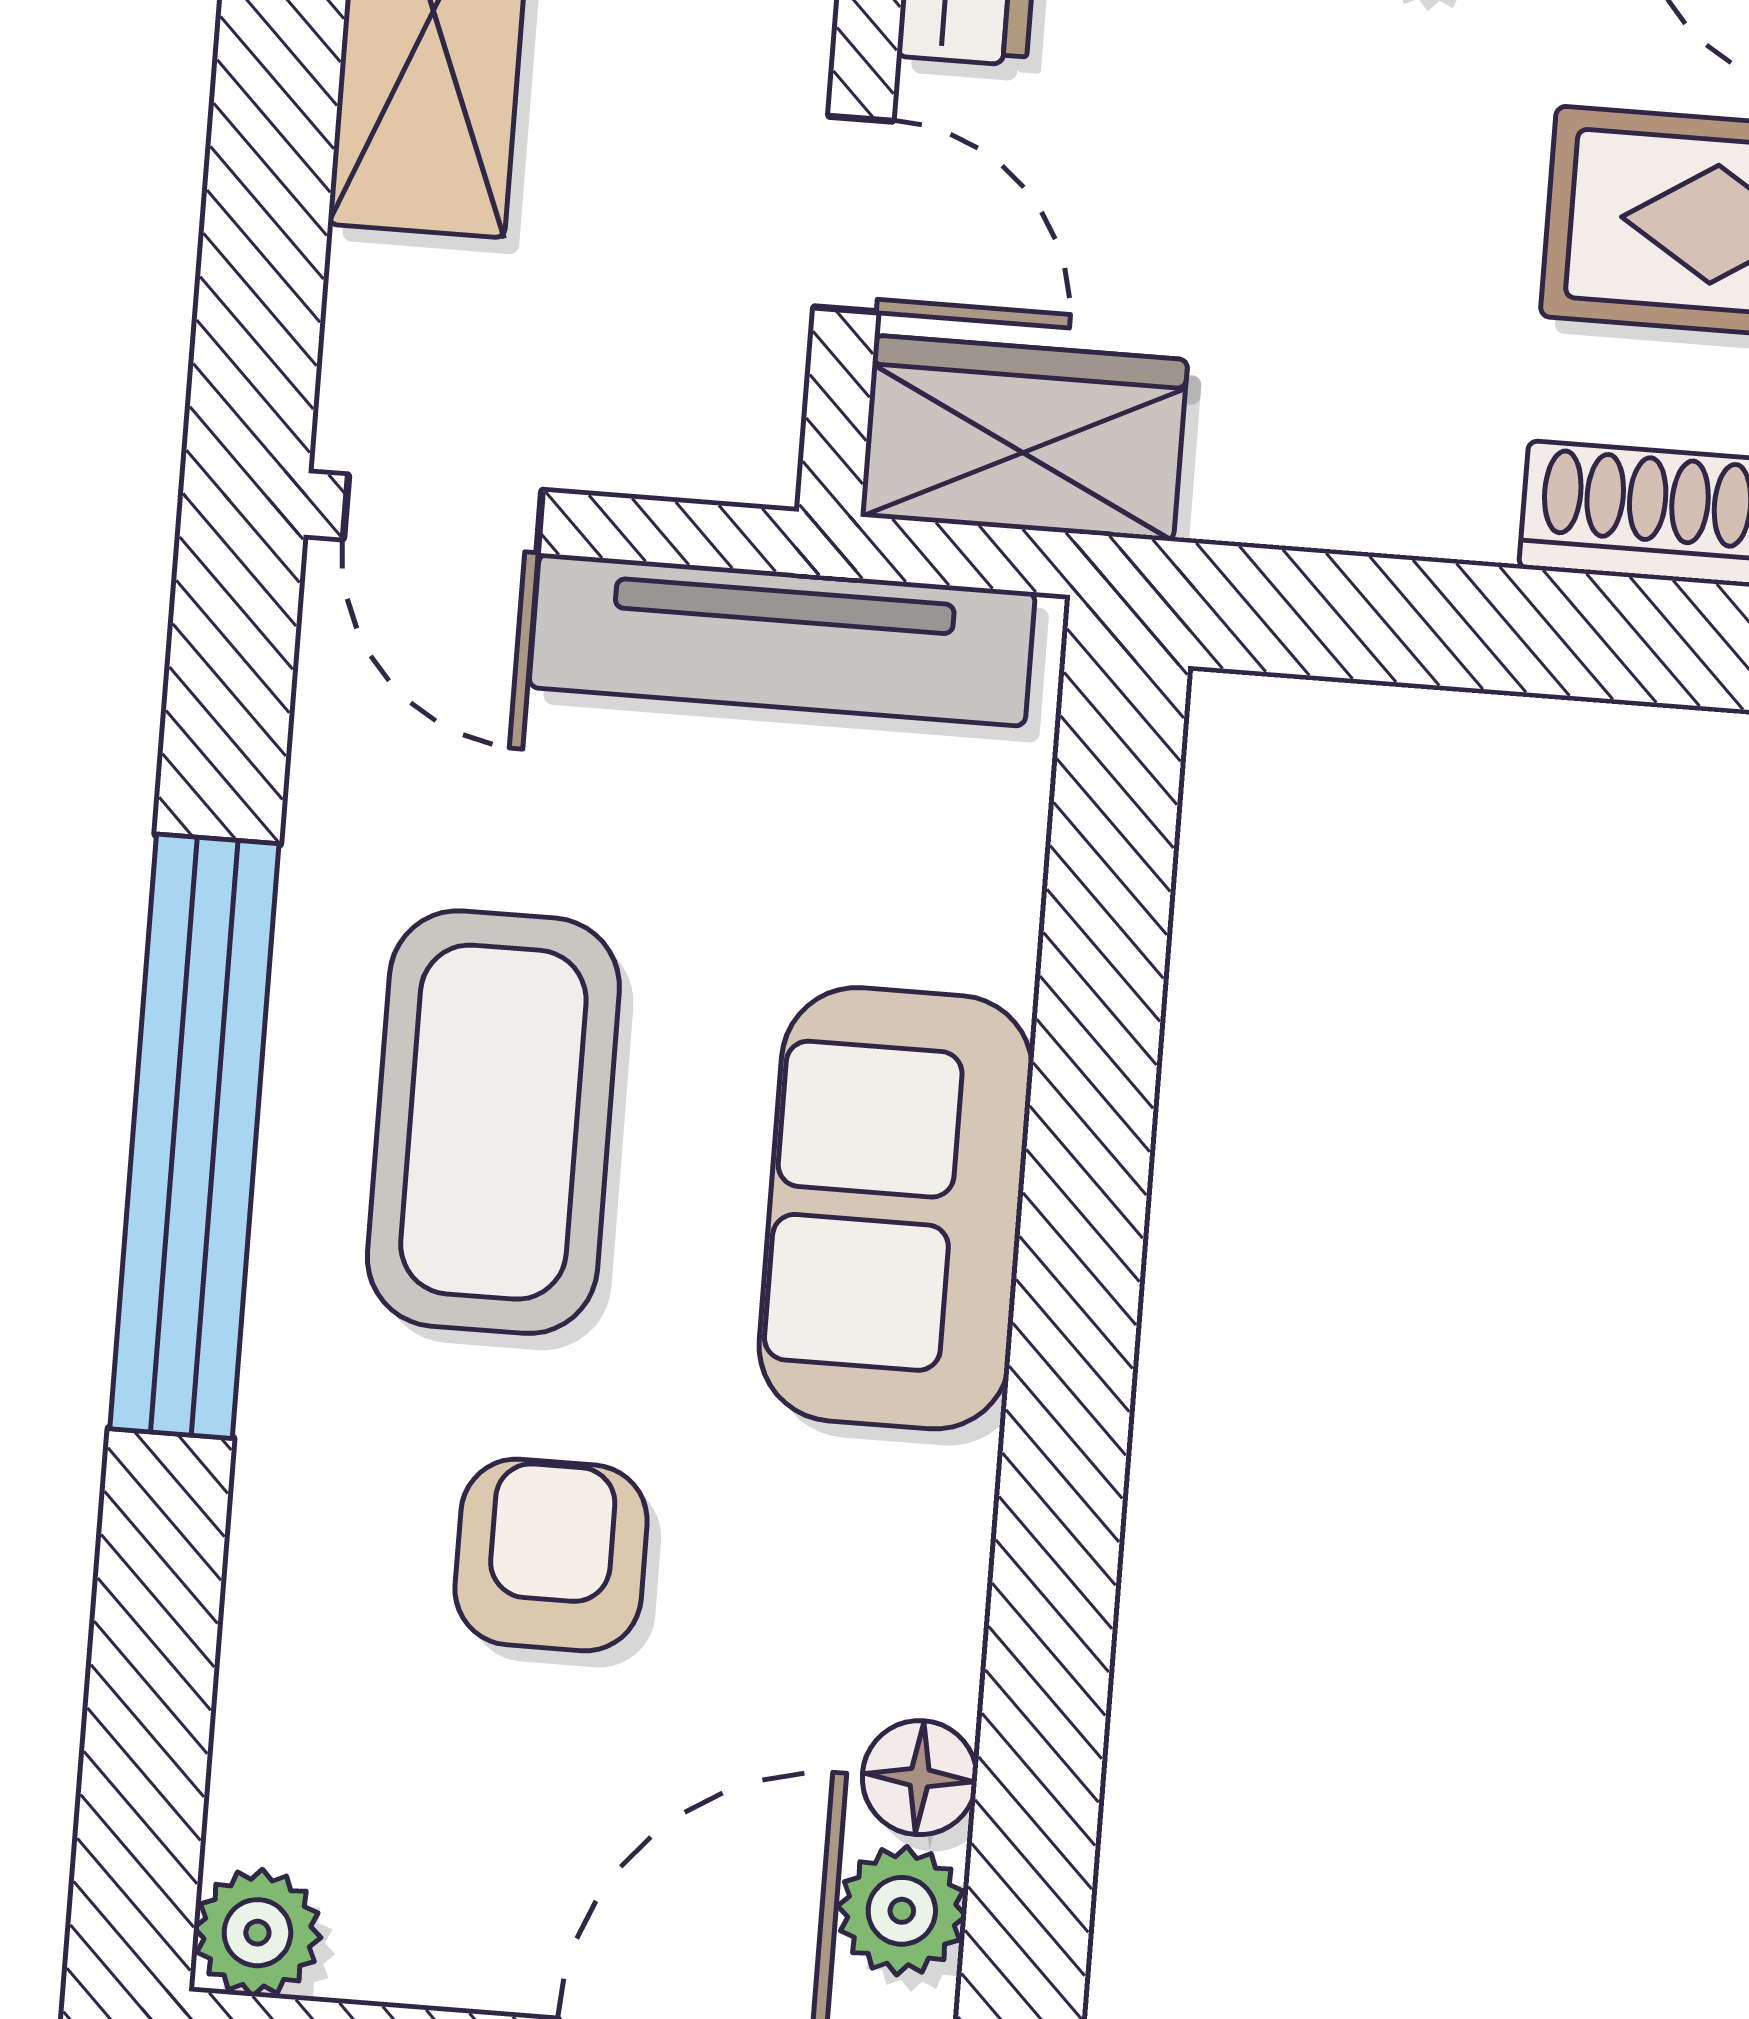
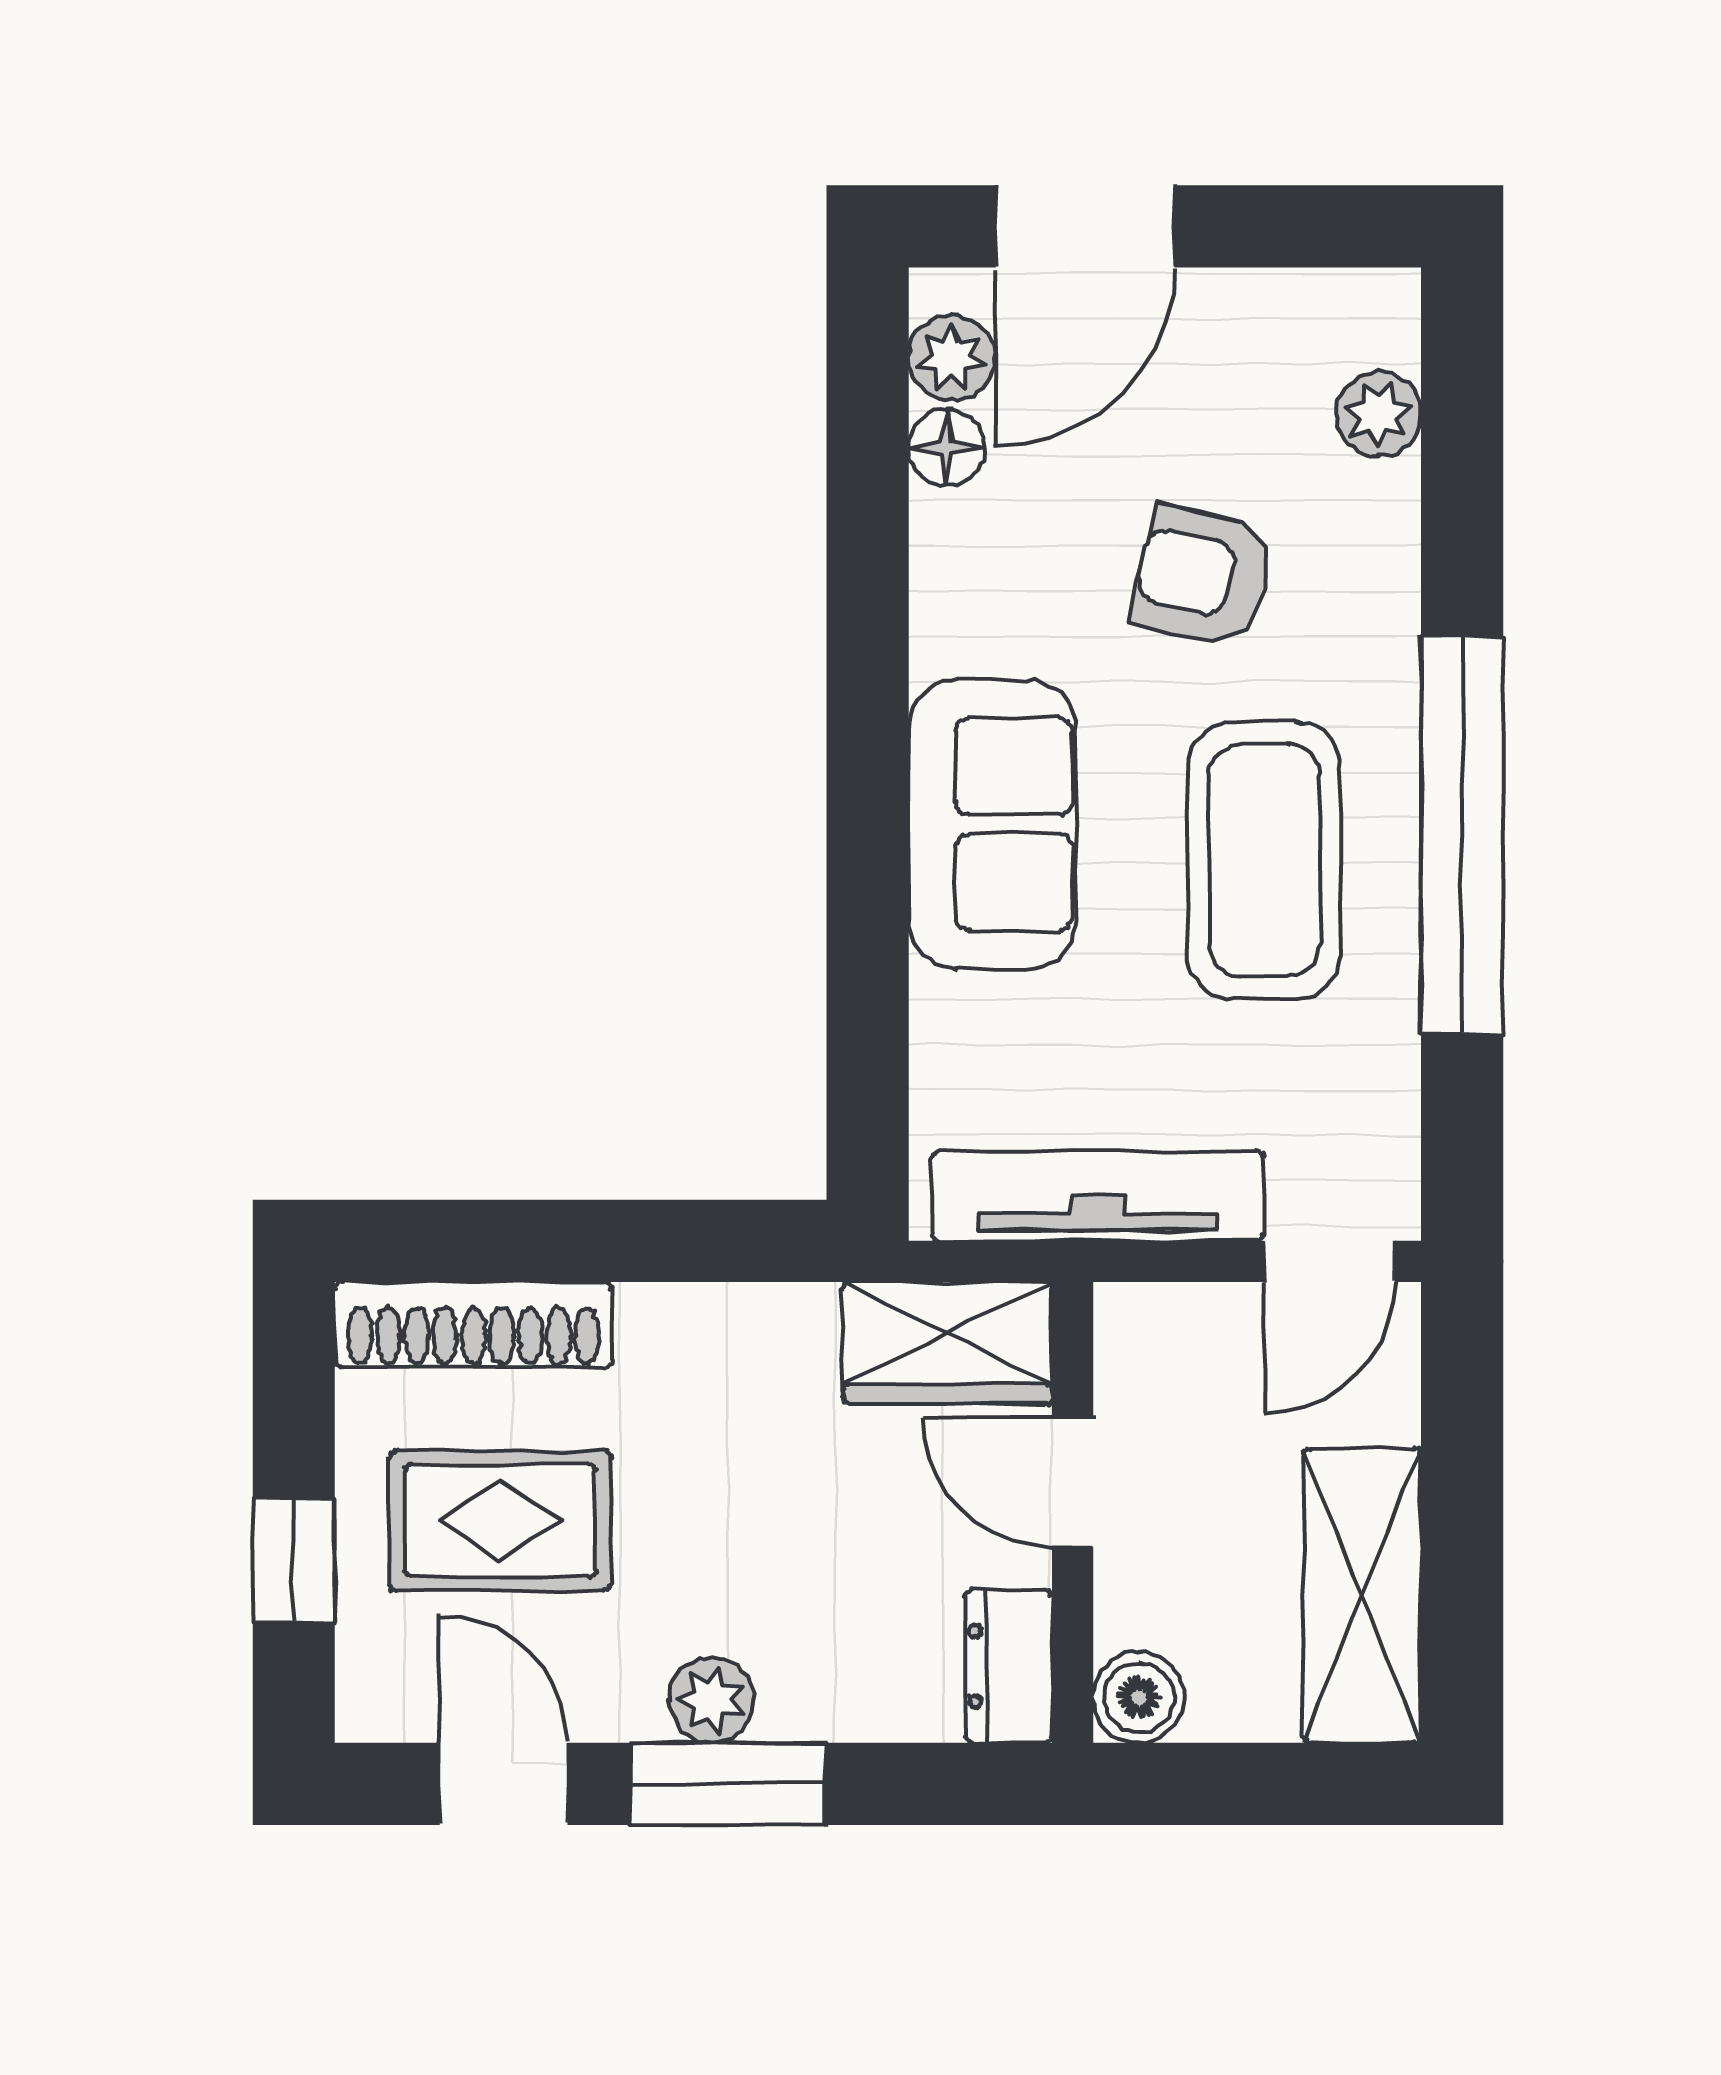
door: (443, 515) -> (1330, 1261), swing flipped
armchair: (551, 1555) -> (1203, 576), turned 103
plant: (257, 1933) -> (1378, 414), moved

